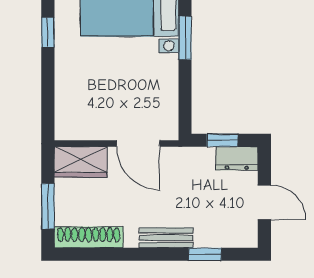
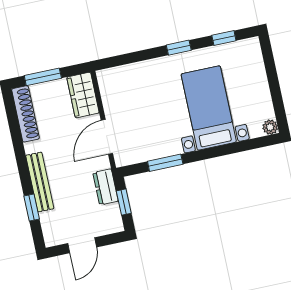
window: (185, 38) -> (165, 163), moved
dresser: (237, 158) -> (106, 187), moved
bench: (166, 238) -> (40, 182), width x1.36

